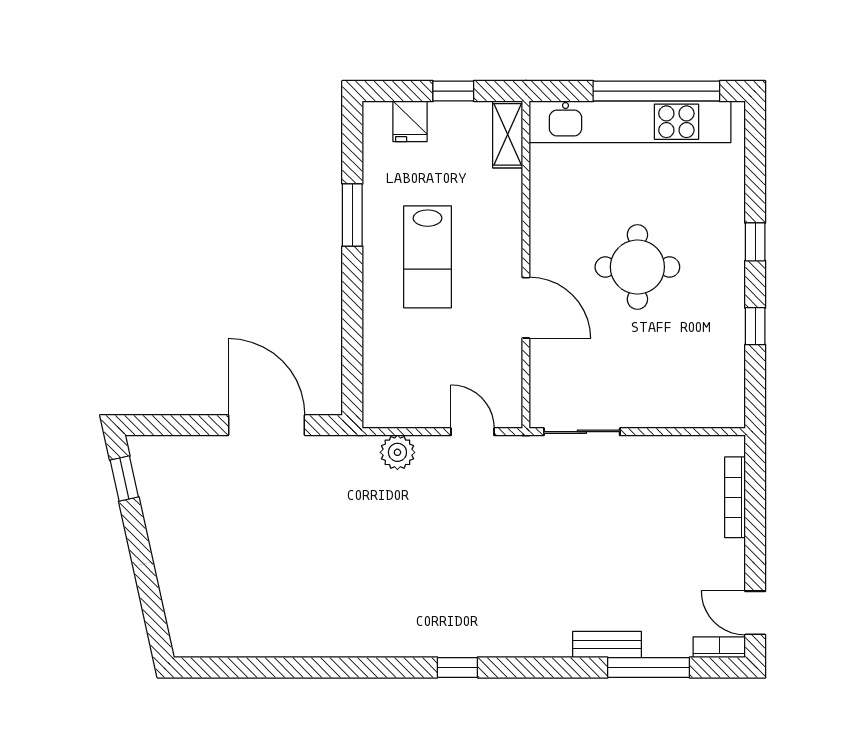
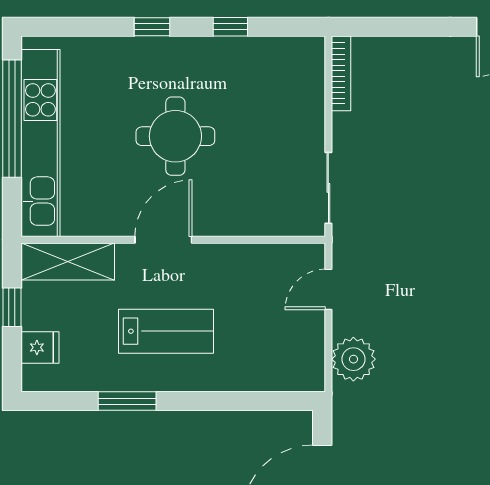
shelving: (508, 134) -> (68, 261), width x1.50, depth x1.33
door: (526, 308) -> (163, 240), moved
plant: (397, 452) -> (353, 359), width x1.36, depth x1.36
bookcase: (735, 497) -> (341, 73), moved, turned -90

